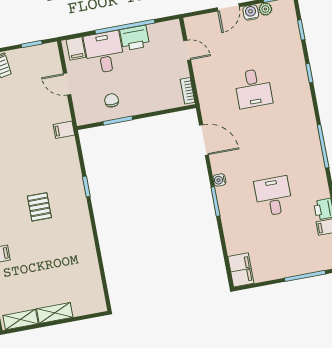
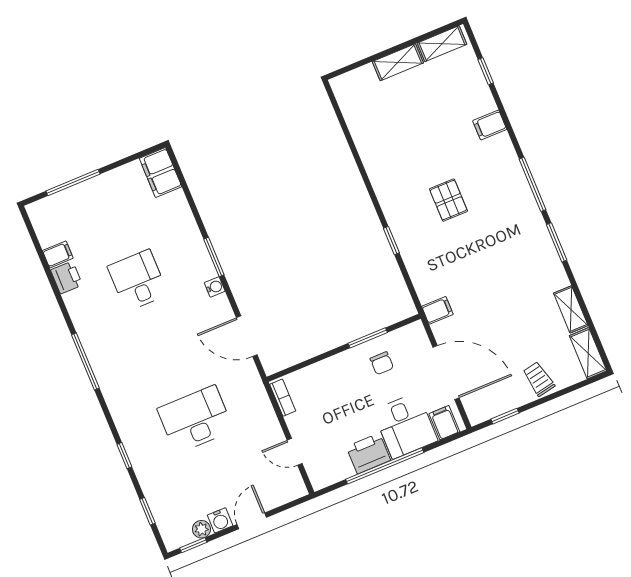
door: (67, 84) -> (446, 373), width x1.87
desk: (253, 88) -> (195, 419), width x1.37
desk: (273, 196) -> (138, 280), turned 180

